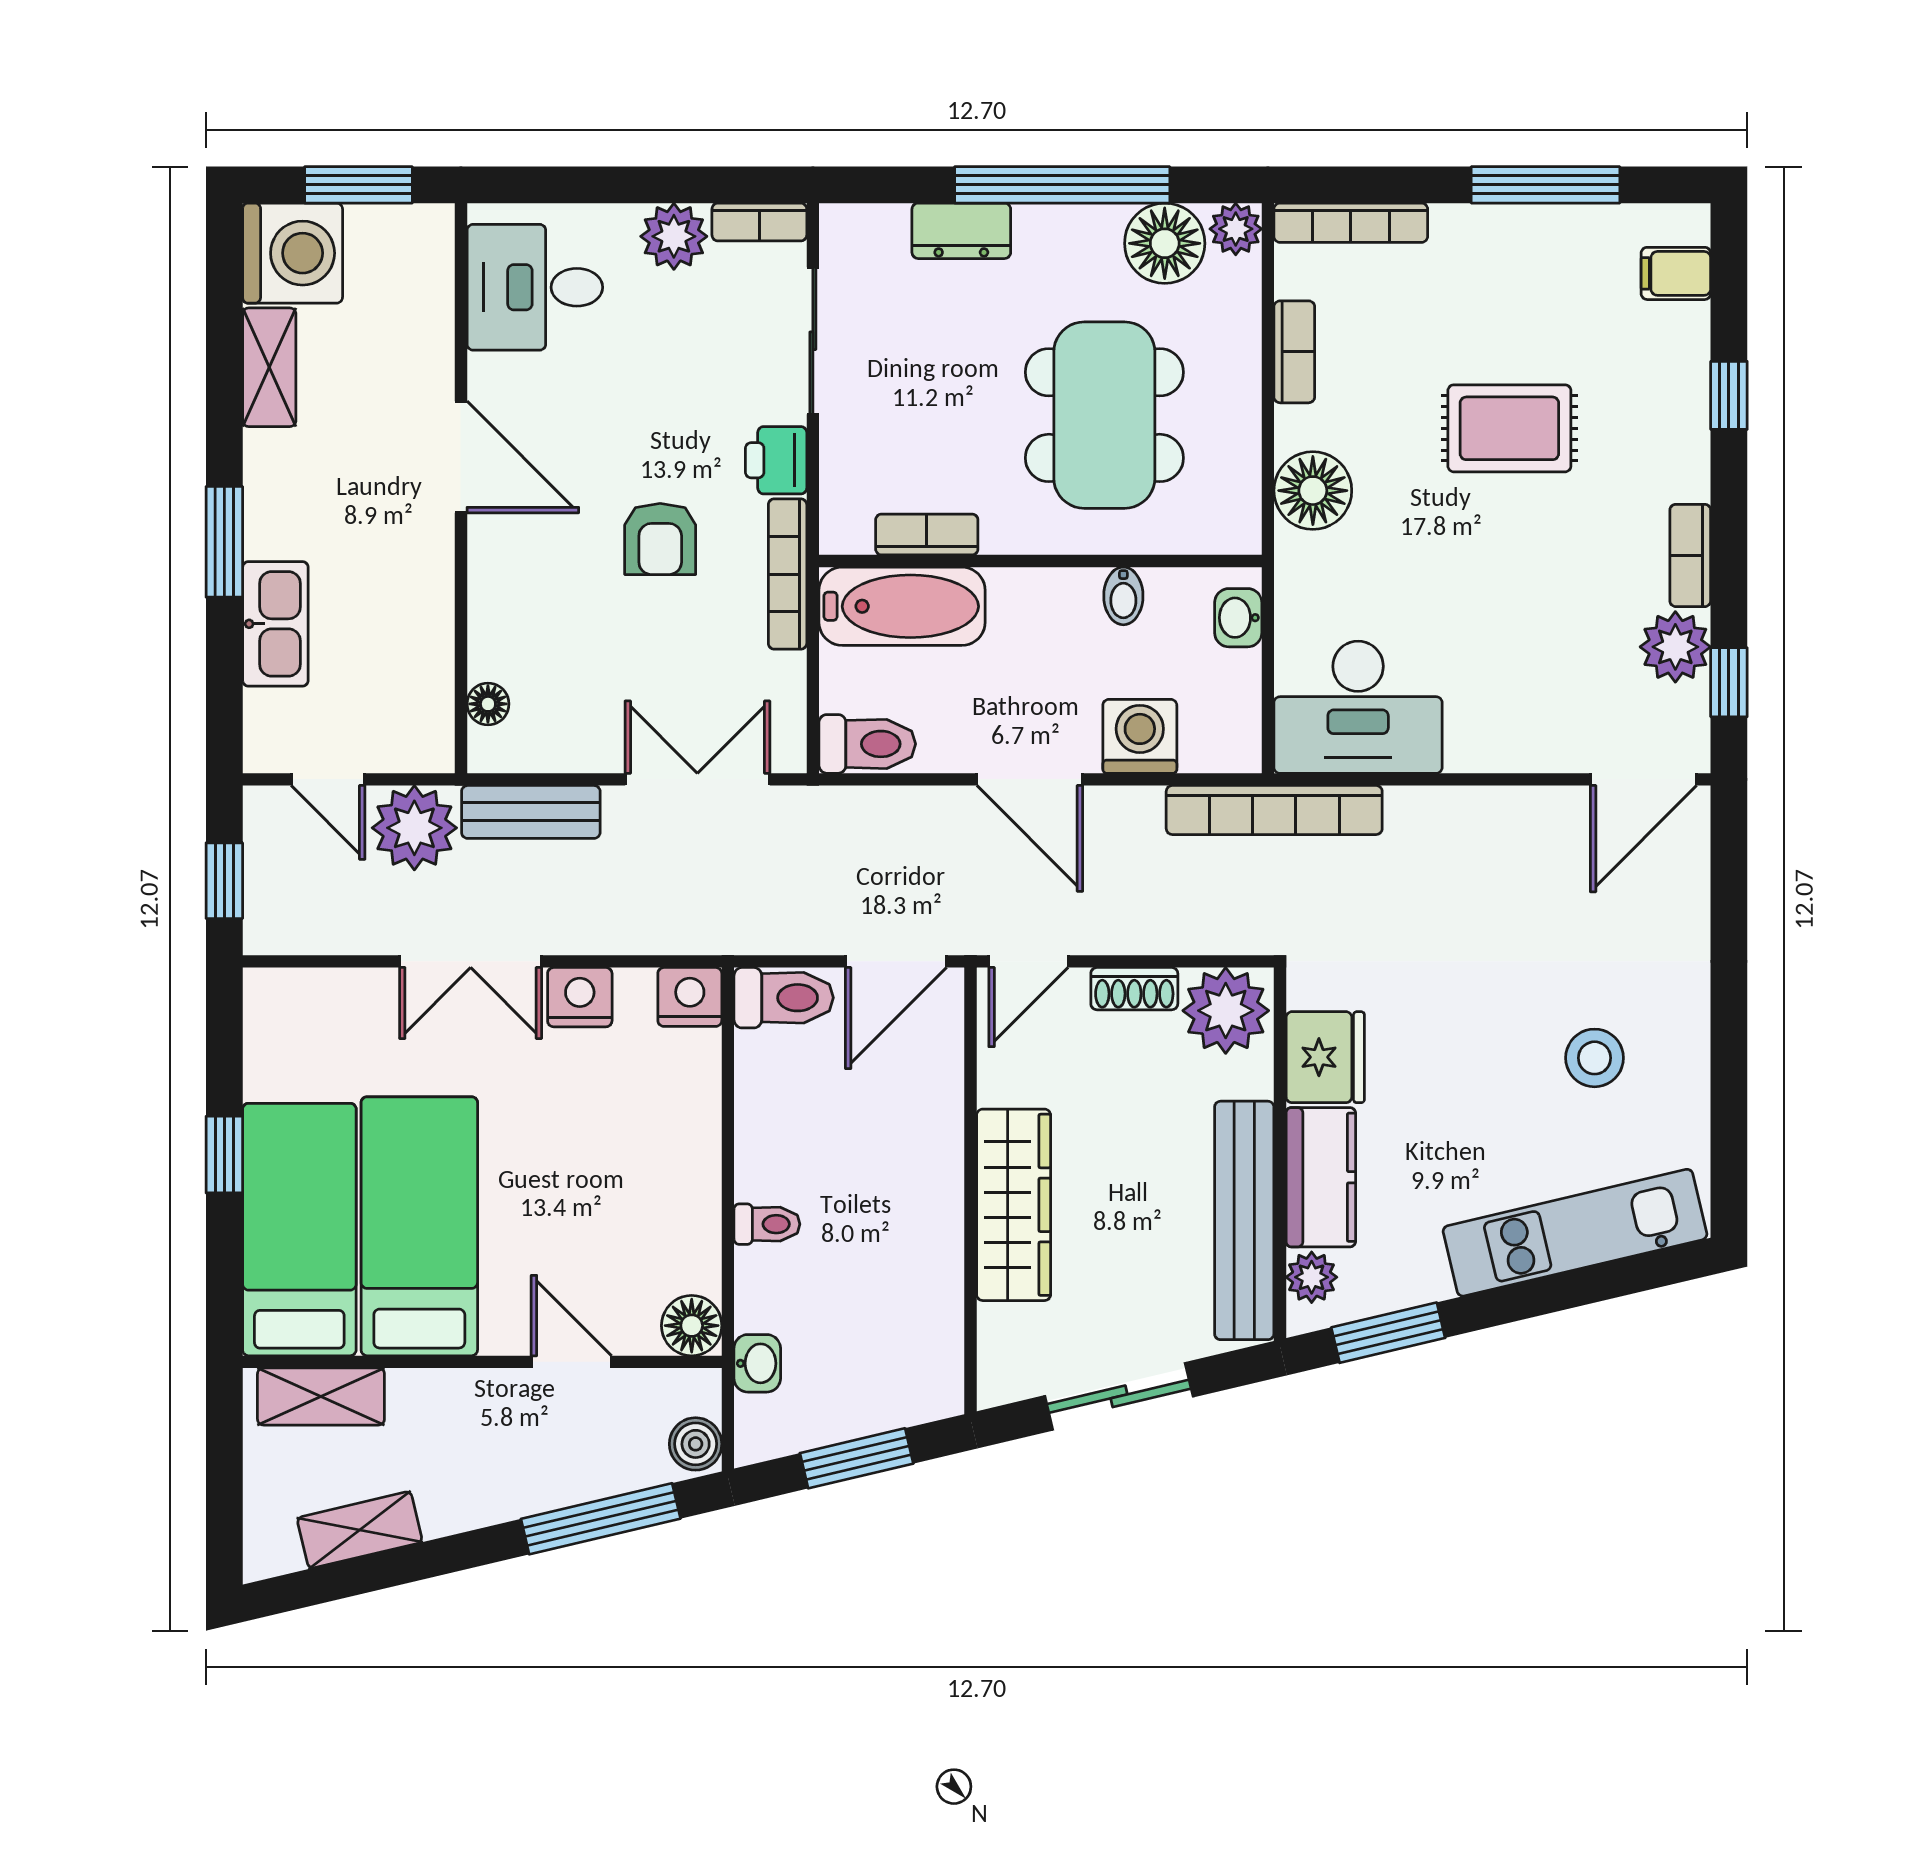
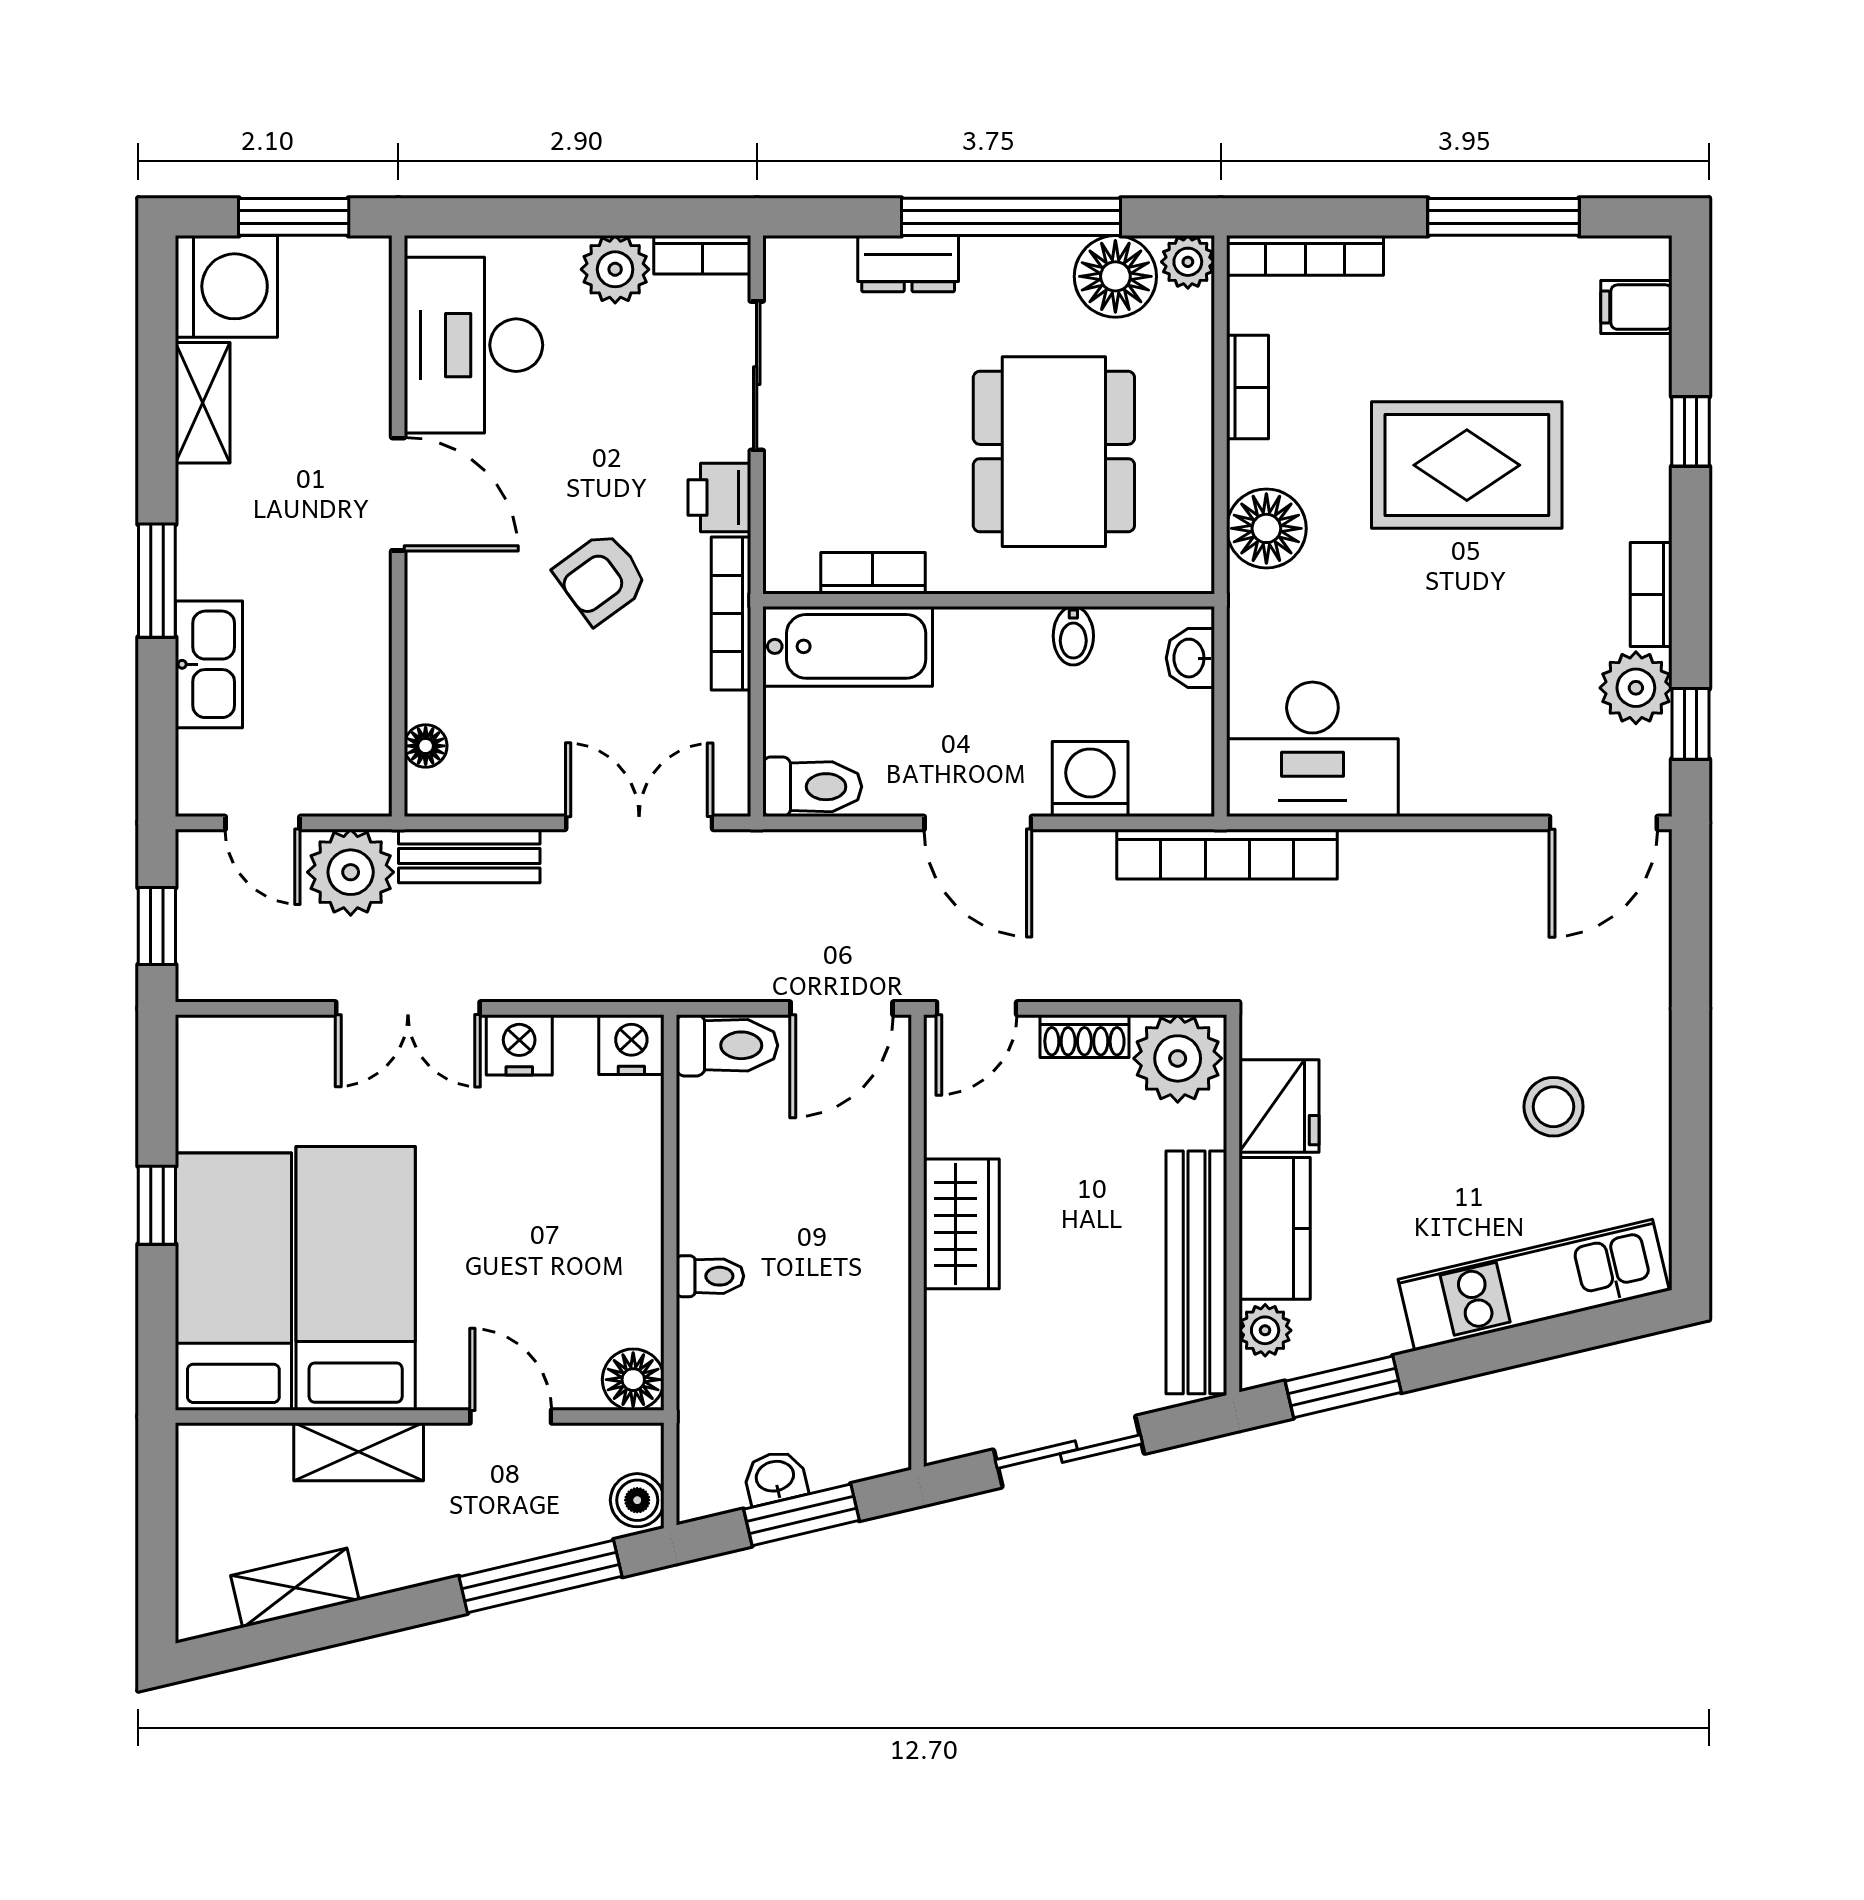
desk: (535, 287) -> (473, 345), width x1.37
rug: (1509, 428) -> (1467, 465), width x1.36, depth x1.43
armchair: (660, 539) -> (601, 578), turned 54
wardrobe: (1014, 1205) -> (961, 1224), width x0.67
washbasin: (757, 1363) -> (775, 1478), moved, turned -103
shelving: (321, 1396) -> (359, 1452), moved

